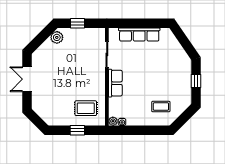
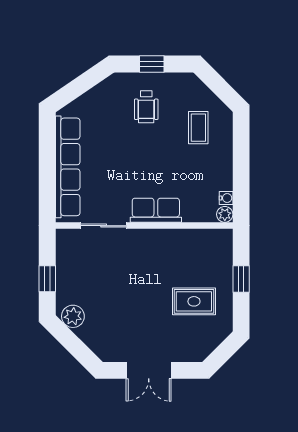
row of seats: (139, 35) -> (68, 167), width x1.36
wheelchair: (172, 78) -> (146, 107), added
rug: (86, 108) -> (194, 301), moved, turned 90

